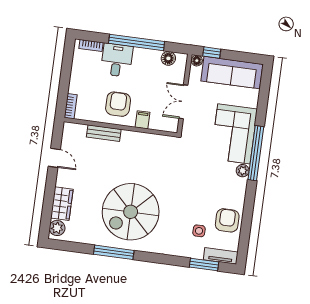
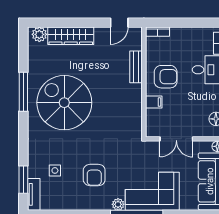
double door: (183, 102) -> (176, 139), swing flipped
door: (54, 158) -> (119, 23), moved
wardrobe: (62, 204) -> (71, 36), width x1.50
armchair: (227, 220) -> (94, 175), moved, turned 90

